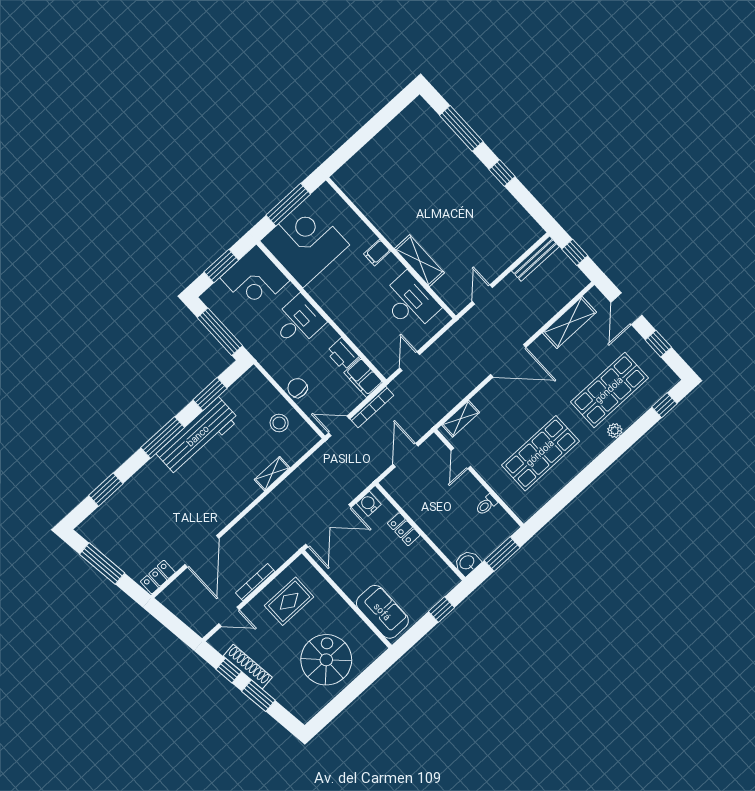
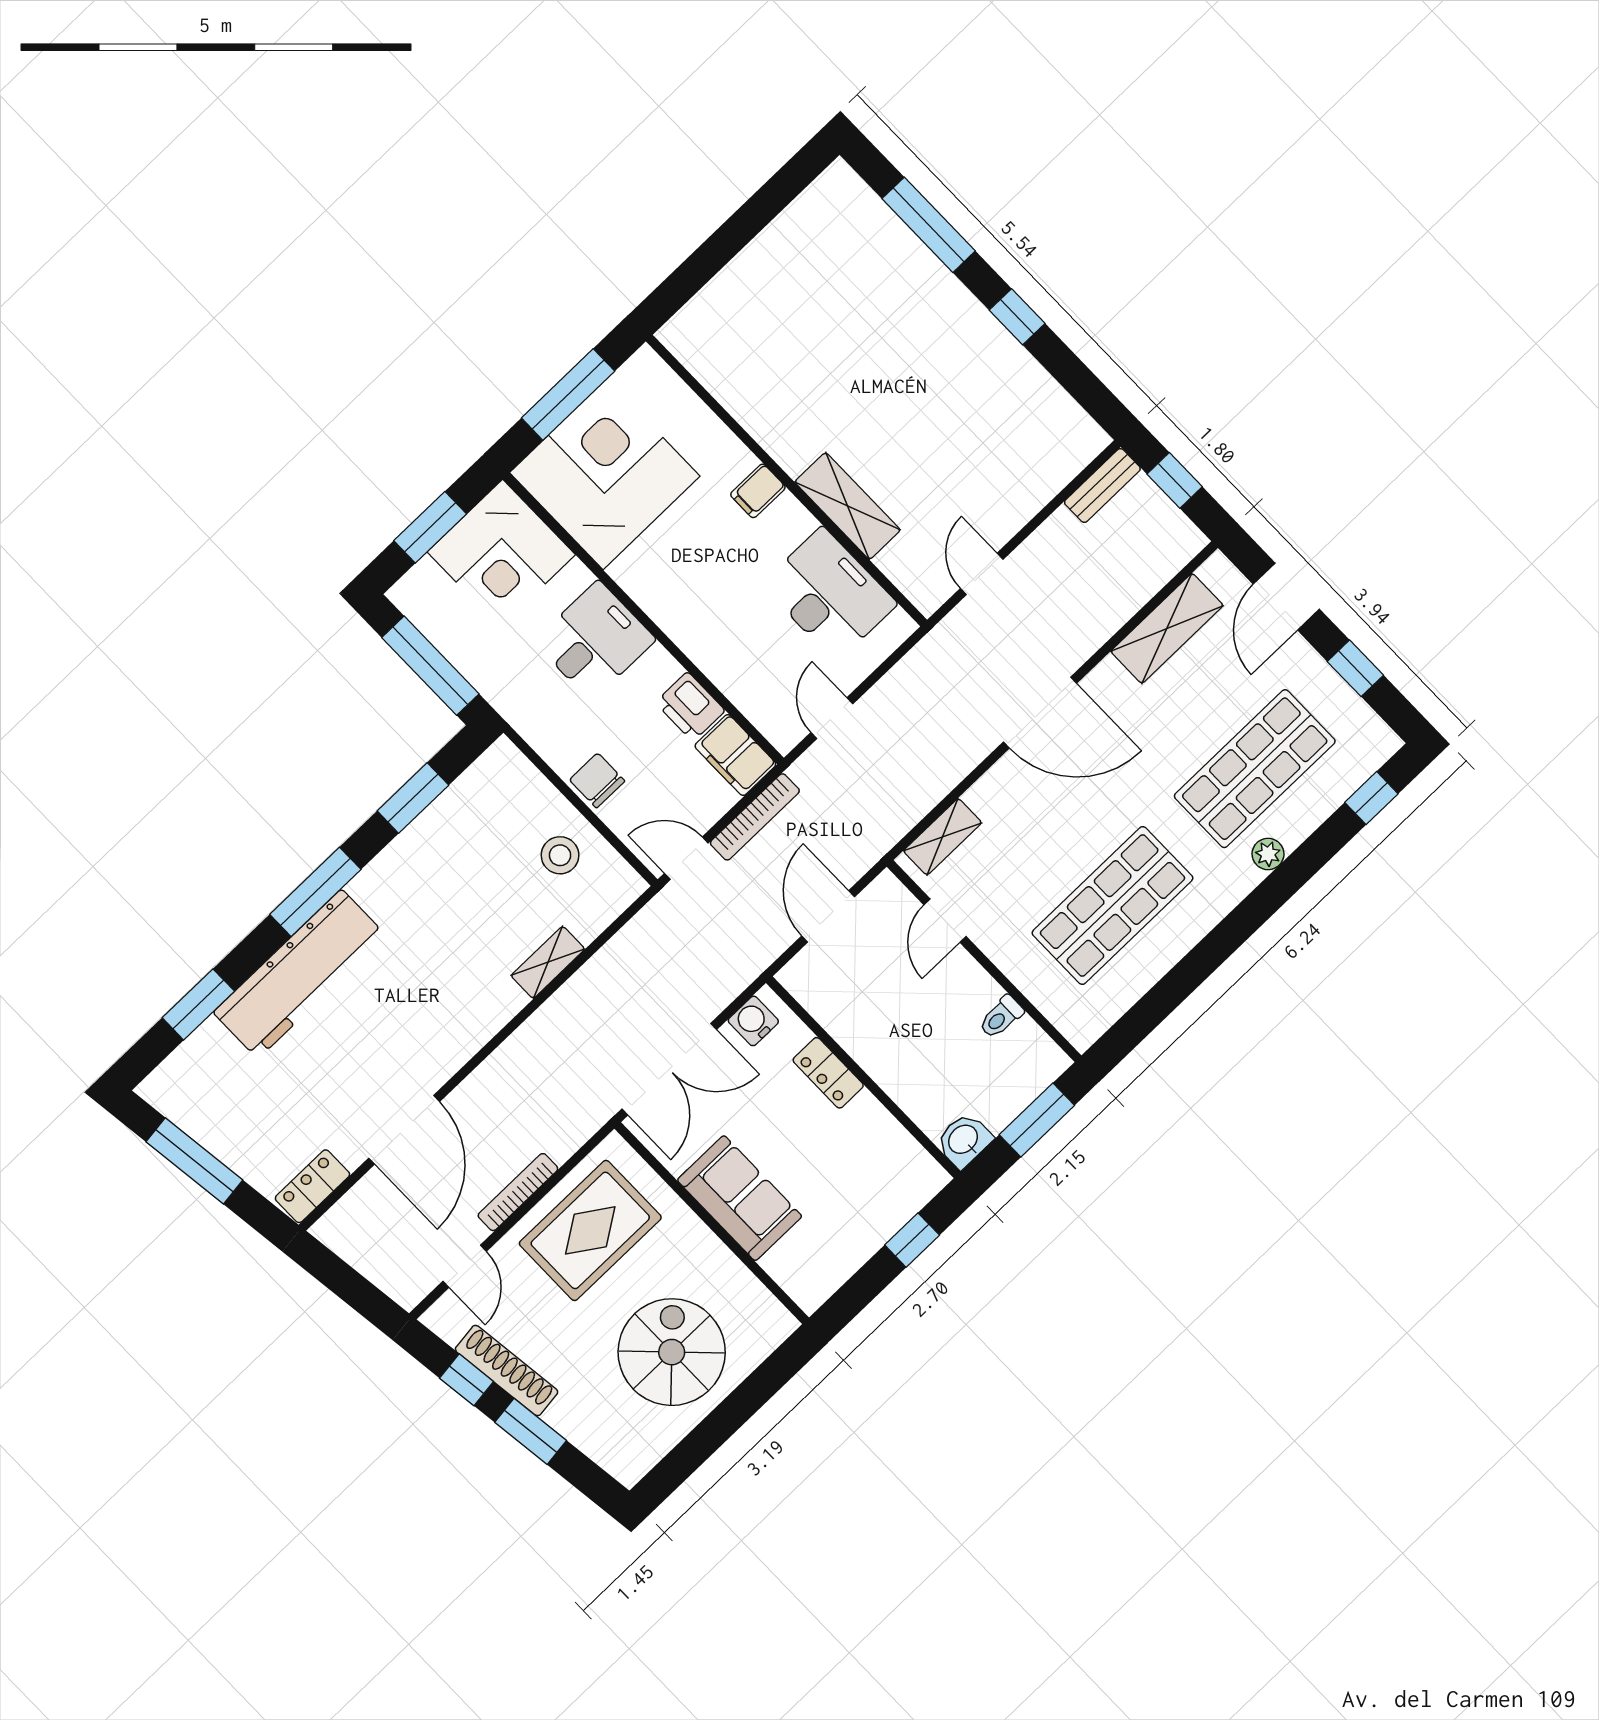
bench: (535, 259) -> (1102, 485), width x0.73
workbench: (198, 436) -> (300, 974), moved
rug: (289, 601) -> (590, 1230), width x1.36, depth x1.43
sofa: (382, 612) -> (740, 1198), moved
door: (229, 617) -> (465, 1266), hinge flipped

